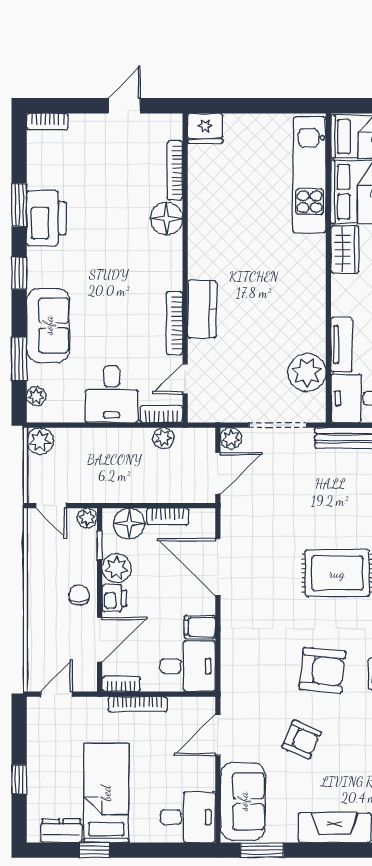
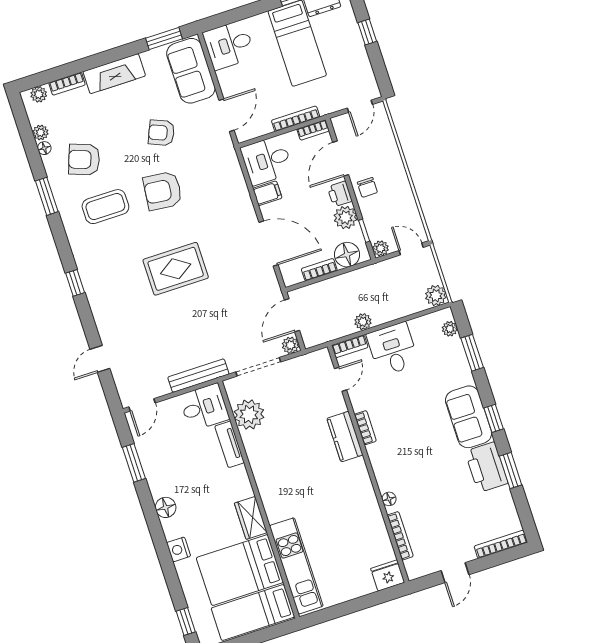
bookcase: (47, 122) -> (501, 544), width x1.56
floor lamp: (166, 218) -> (389, 499), width x0.53, depth x0.53
bookcase: (174, 323) -> (365, 428), width x0.64
sofa: (48, 325) -> (469, 417), moved
plant: (163, 438) -> (363, 322), moved

